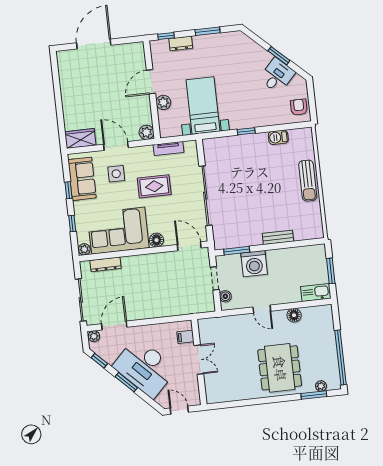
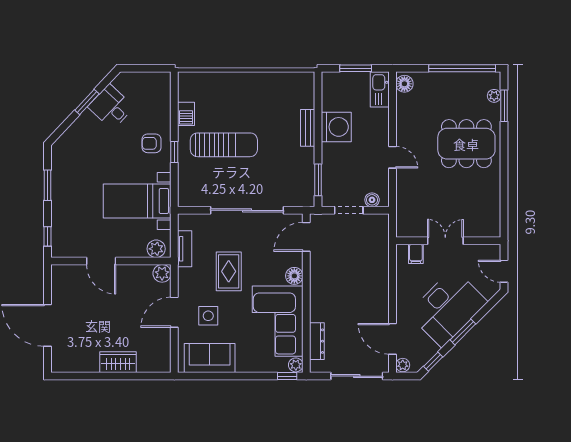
dresser: (181, 43) -> (59, 220), removed
plant: (163, 102) -> (156, 249), moved
armchair: (299, 107) -> (152, 143), moved
wardrobe: (80, 138) -> (118, 362), moved, turned 90
sun lounger: (308, 181) -> (224, 145), moved, width x1.36, depth x1.34
window: (68, 190) -> (222, 376), removed
window: (72, 224) -> (287, 376), moved
washing machine: (254, 264) -> (336, 127), moved
door: (262, 309) -> (392, 157), hinge flipped
floor lamp: (294, 315) -> (404, 84), moved
door: (179, 410) -> (504, 271), hinge flipped

